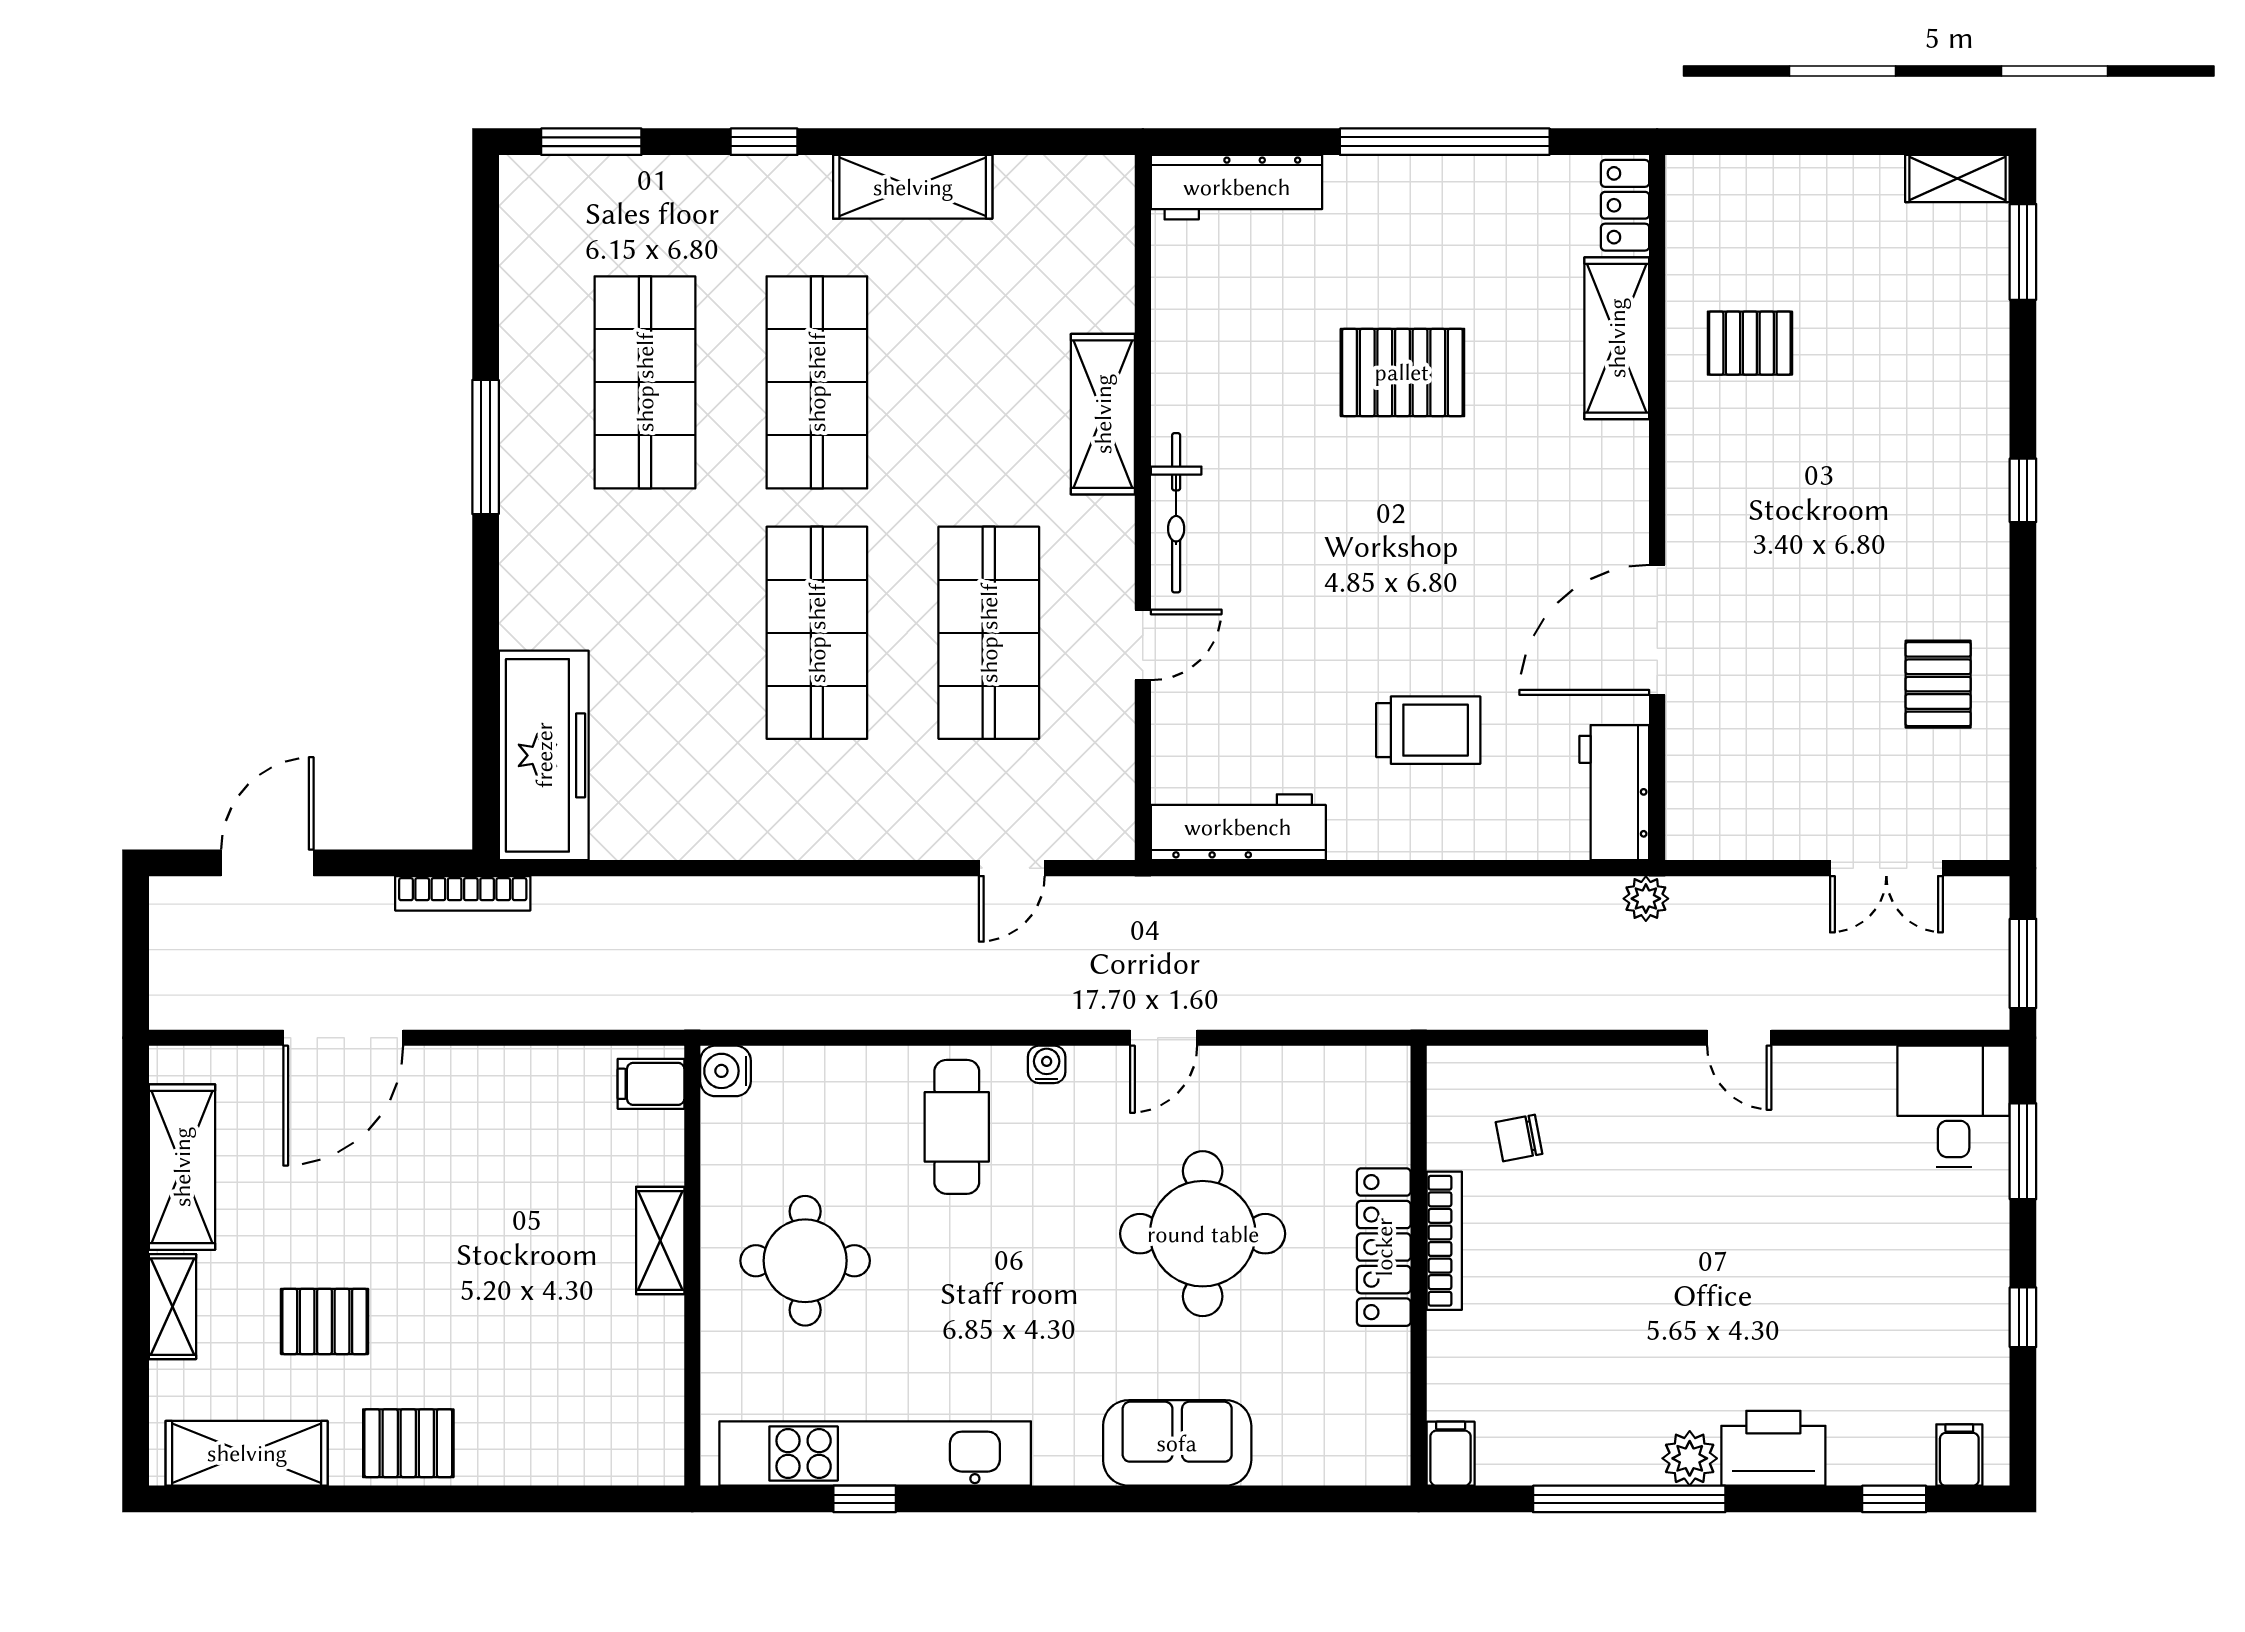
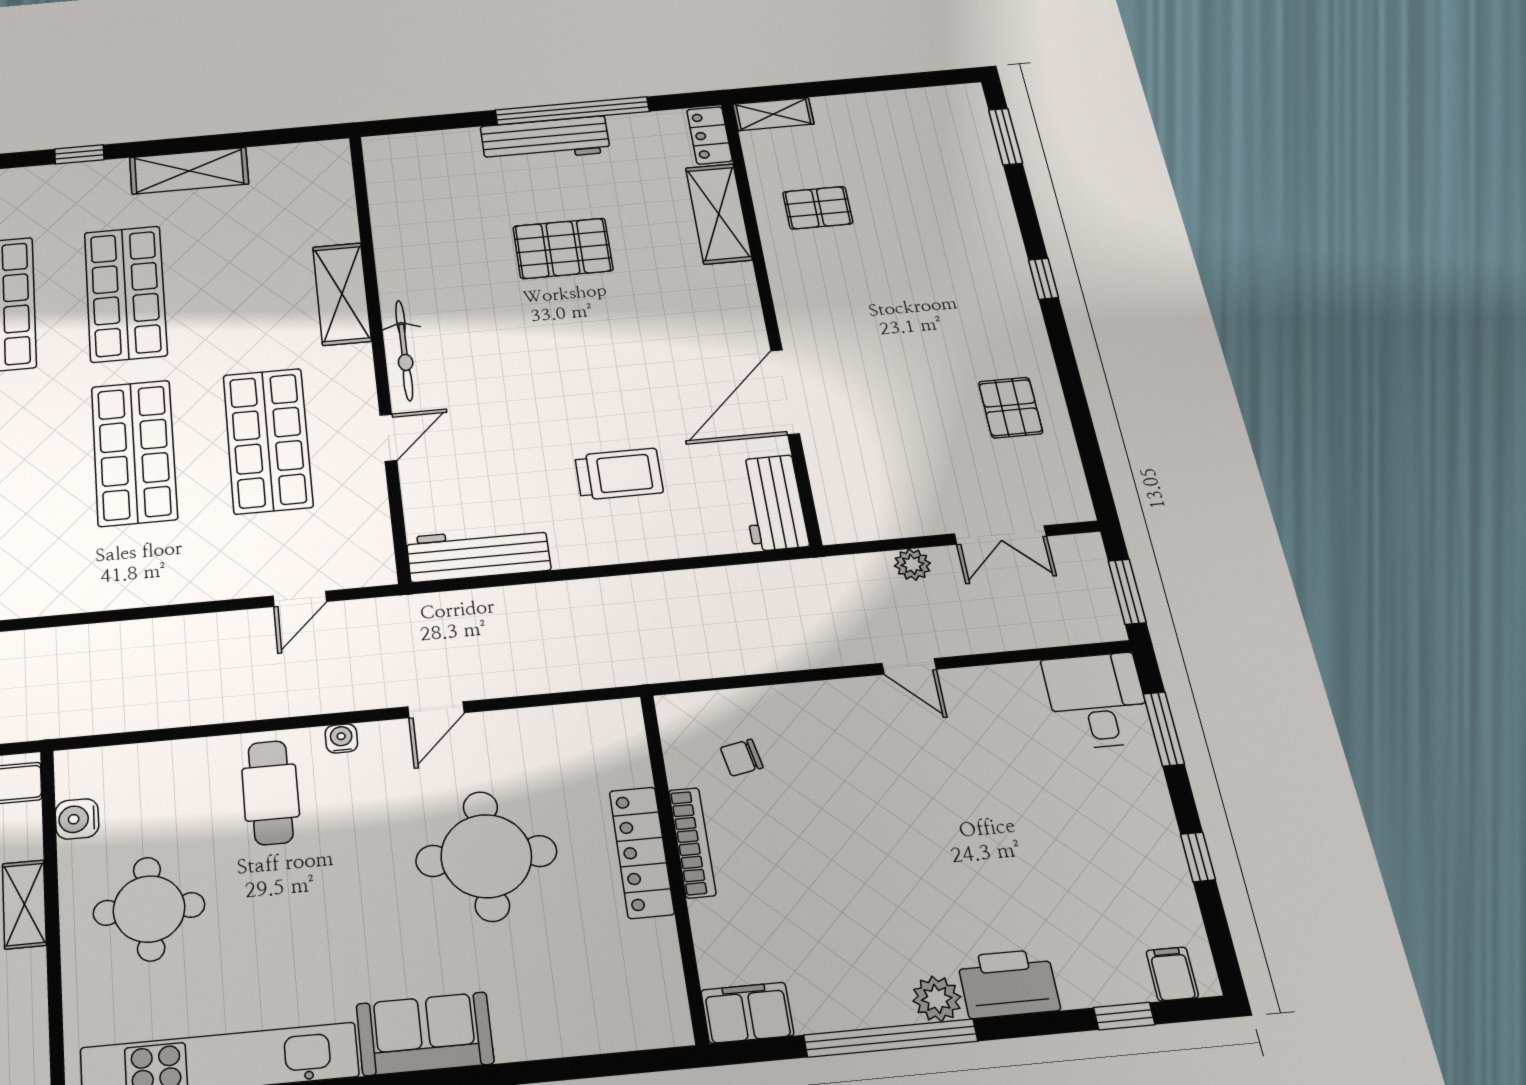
shelving: (1957, 179) -> (773, 114), moved
workbench: (1237, 187) -> (545, 139), moved
plant: (1646, 899) -> (912, 565), moved
water cooler: (725, 1071) -> (77, 819), moved
sofa: (1177, 1443) -> (425, 1034), moved
filing cabinet: (1451, 1454) -> (747, 1013), width x2.00

